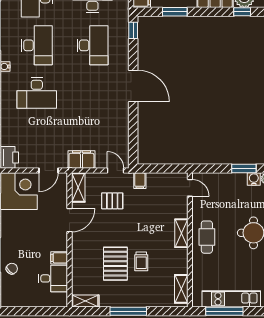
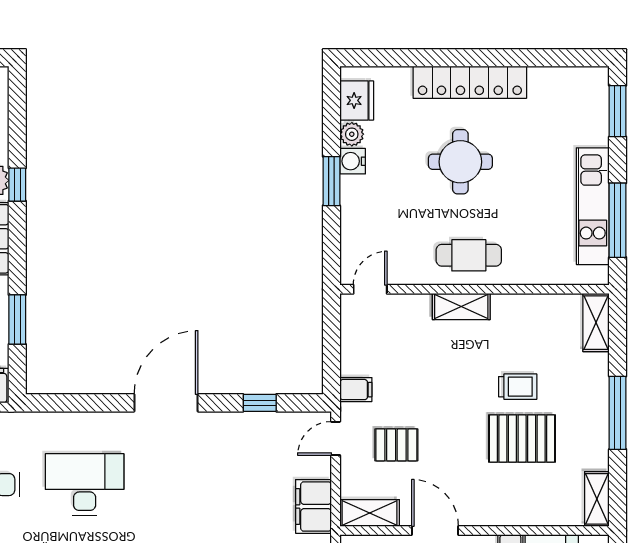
window: (133, 30) -> (260, 403), moved
pallet: (112, 201) -> (396, 445), turned 90
shelving: (181, 289) -> (596, 323), moved, turned 90

